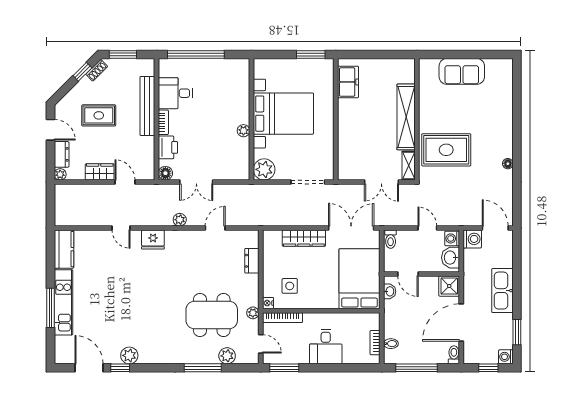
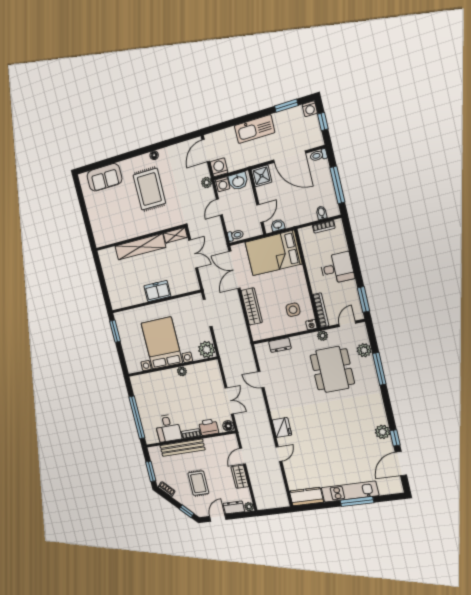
sofa: (462, 71) -> (104, 177), moved, turned 90
window: (82, 72) -> (187, 511), moved
freezer: (348, 82) -> (157, 291), moved
rug: (446, 150) -> (149, 189), moved
plant: (180, 220) -> (207, 183), moved

